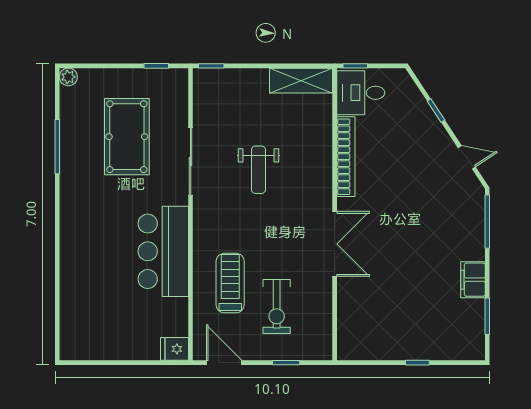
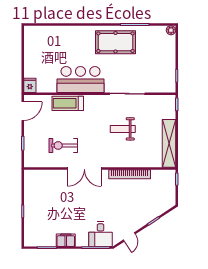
shelving: (301, 81) -> (169, 143), width x1.47
desk: (361, 93) -> (101, 234), moved, turned 180
pool table: (127, 137) -> (115, 42), moved
treadmill: (230, 283) -> (68, 103), moved, turned 180
exercise bike: (277, 306) -> (63, 145), moved

